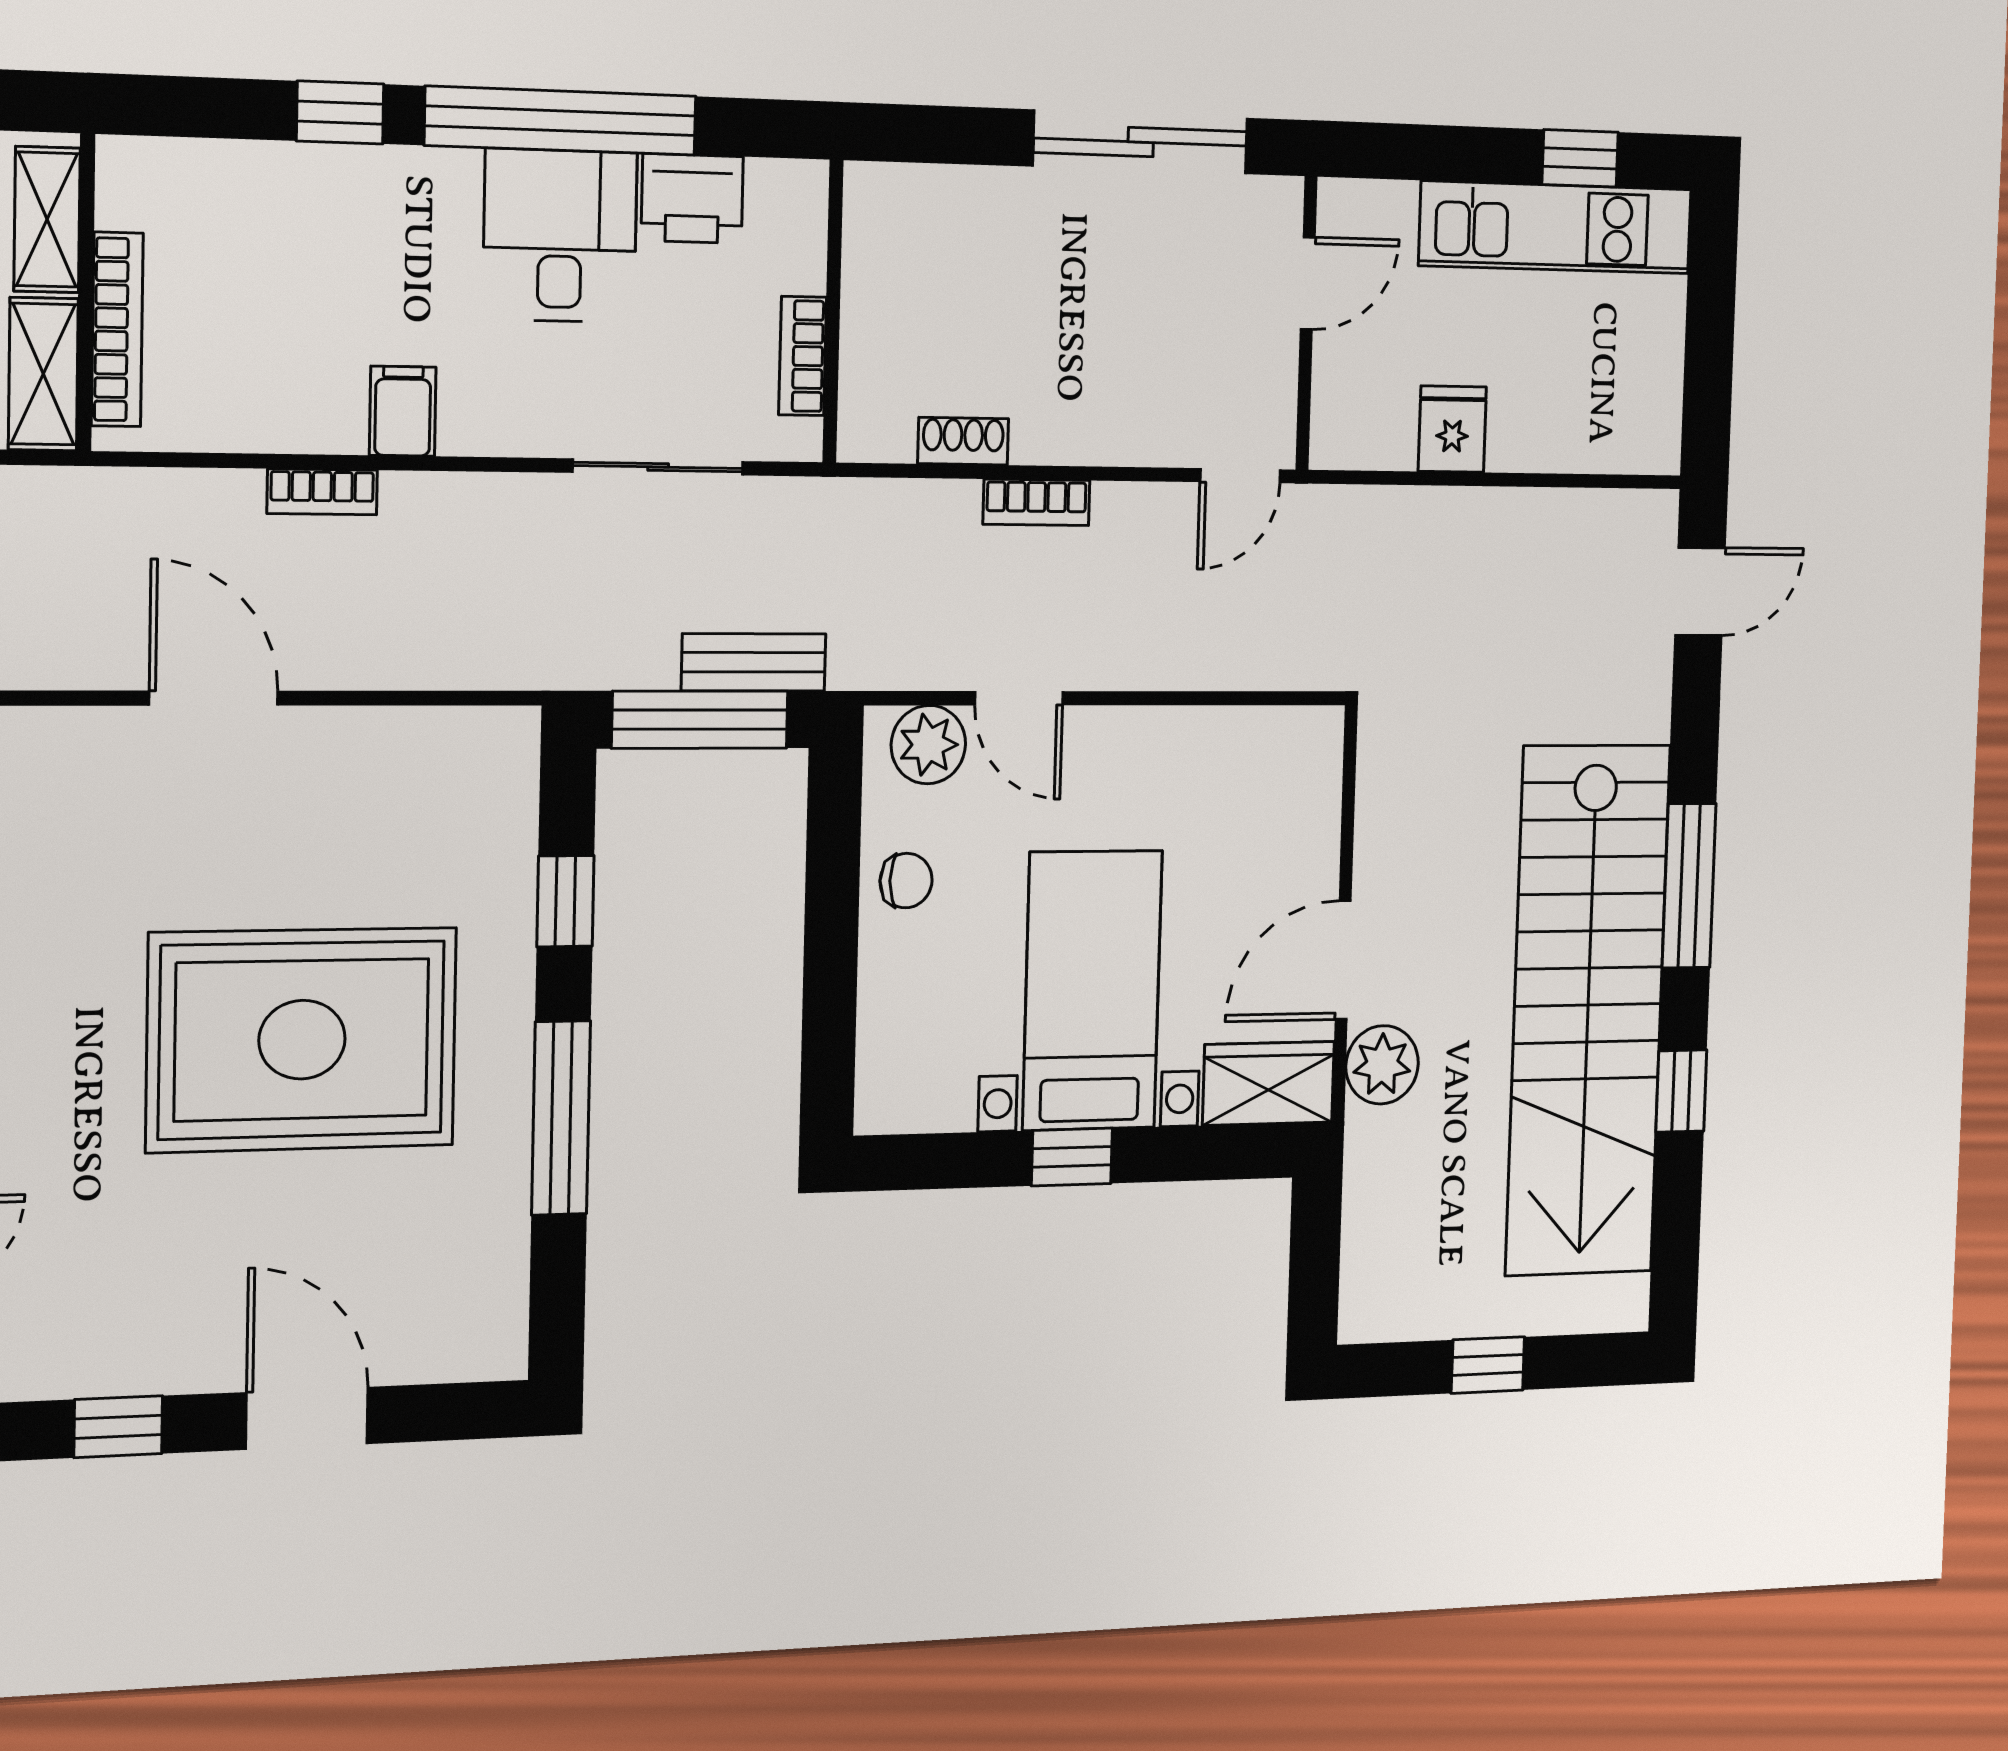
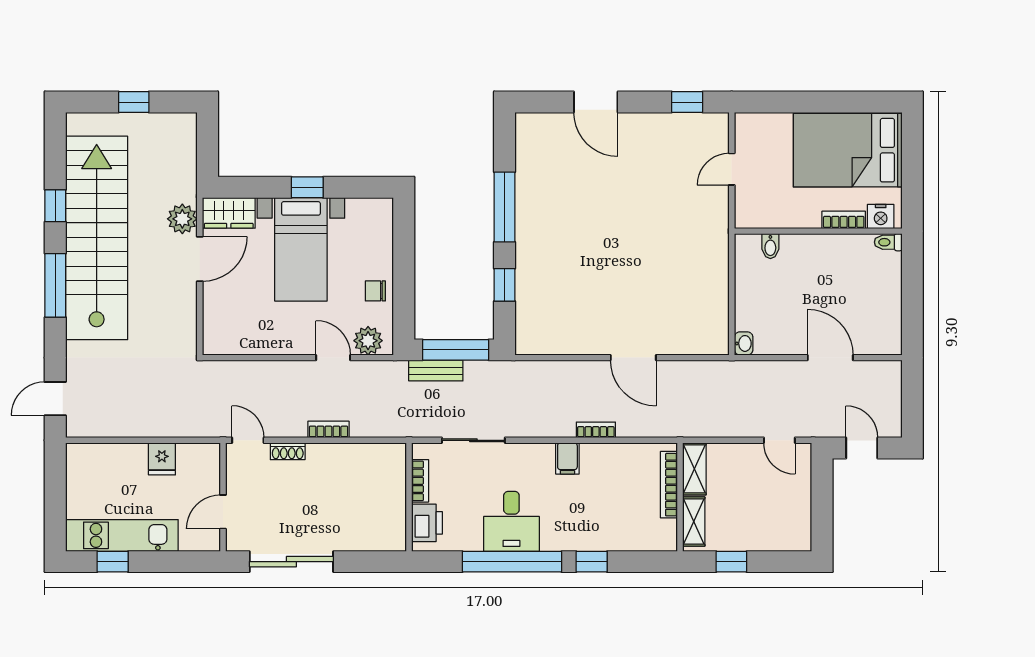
printer: (692, 198) -> (427, 523), moved, turned 90
shoe rack: (963, 441) -> (288, 451), moved
door: (1240, 476) -> (248, 440), hinge flipped
rug: (302, 1040) -> (600, 237), removed
window: (118, 1427) -> (687, 102), moved

